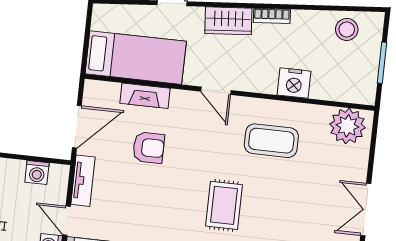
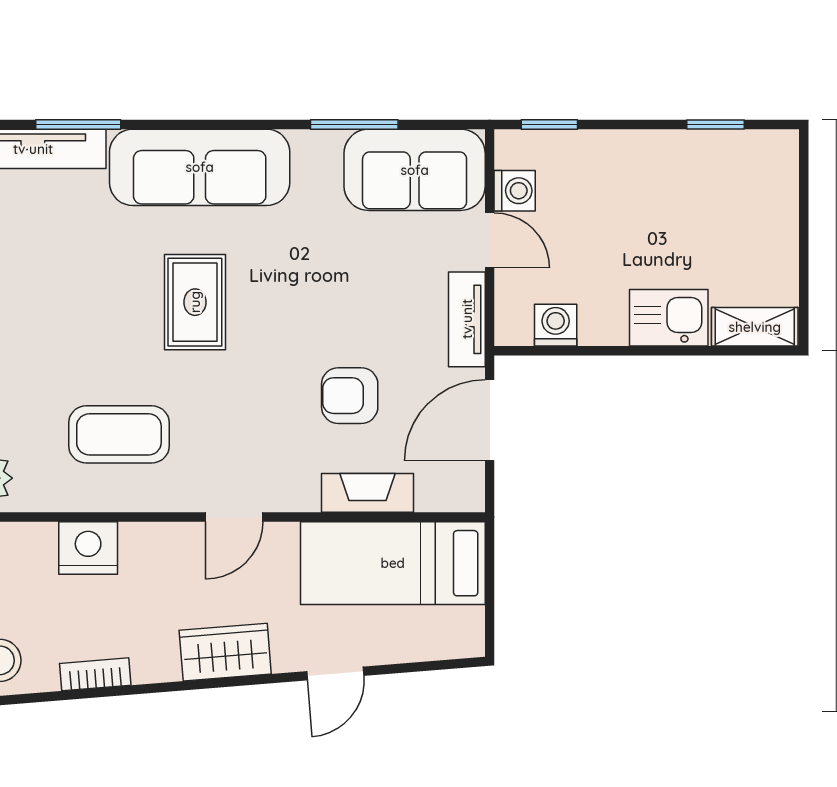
bookcase: (272, 16) -> (95, 674), moved
door: (216, 91) -> (234, 517), swing flipped

